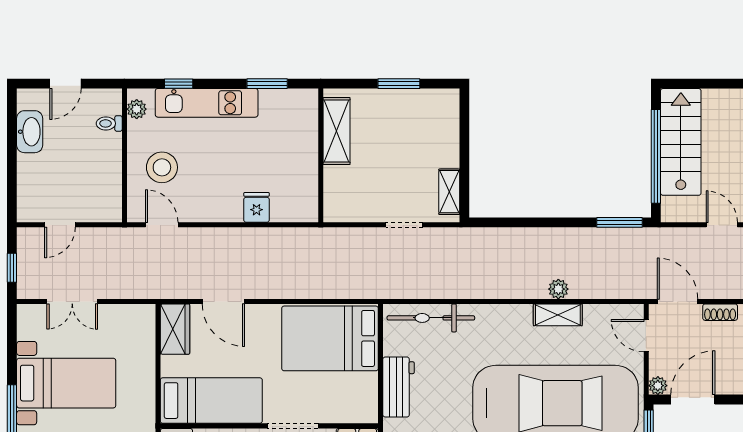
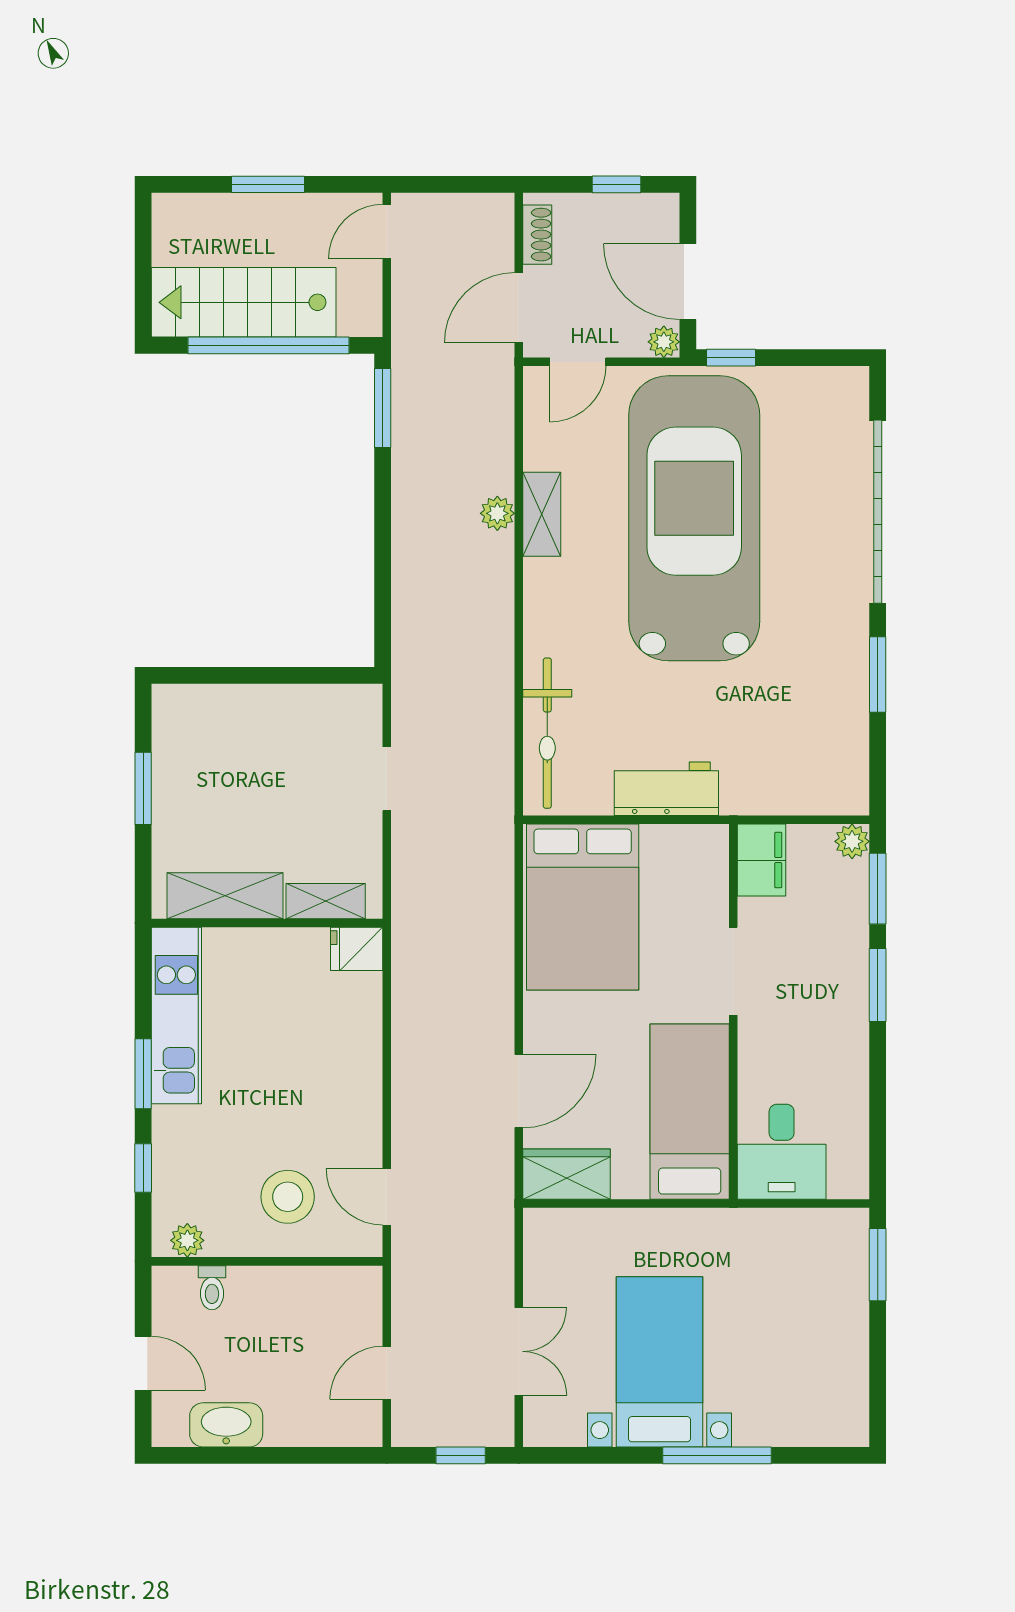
window: (267, 84) -> (143, 1074), moved
kitchen unit: (207, 103) -> (176, 1015), moved
shelving: (449, 192) -> (326, 901), moved
fridge: (257, 207) -> (357, 949), moved
door: (60, 225) -> (387, 1373), swing flipped
door: (162, 225) -> (387, 1197), hinge flipped

